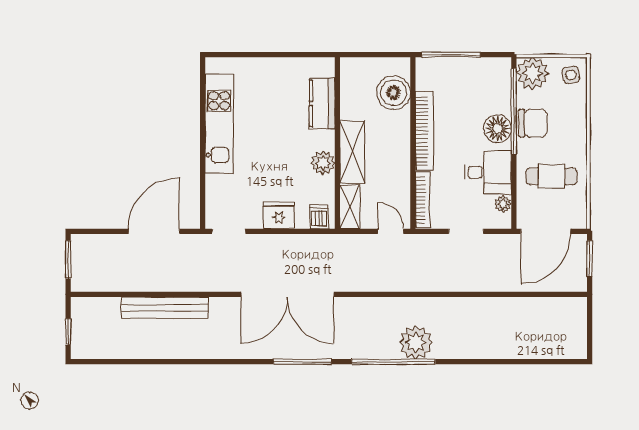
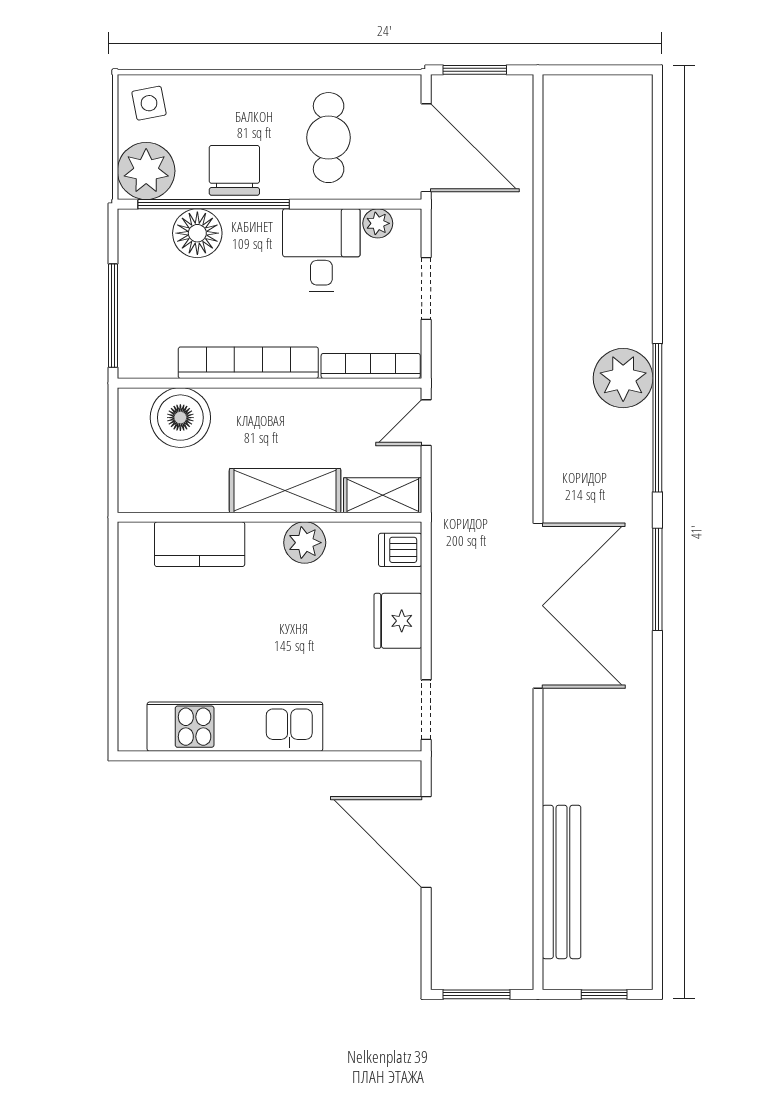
floor lamp: (498, 129) -> (197, 233), moved
bench: (165, 308) -> (562, 882), moved

